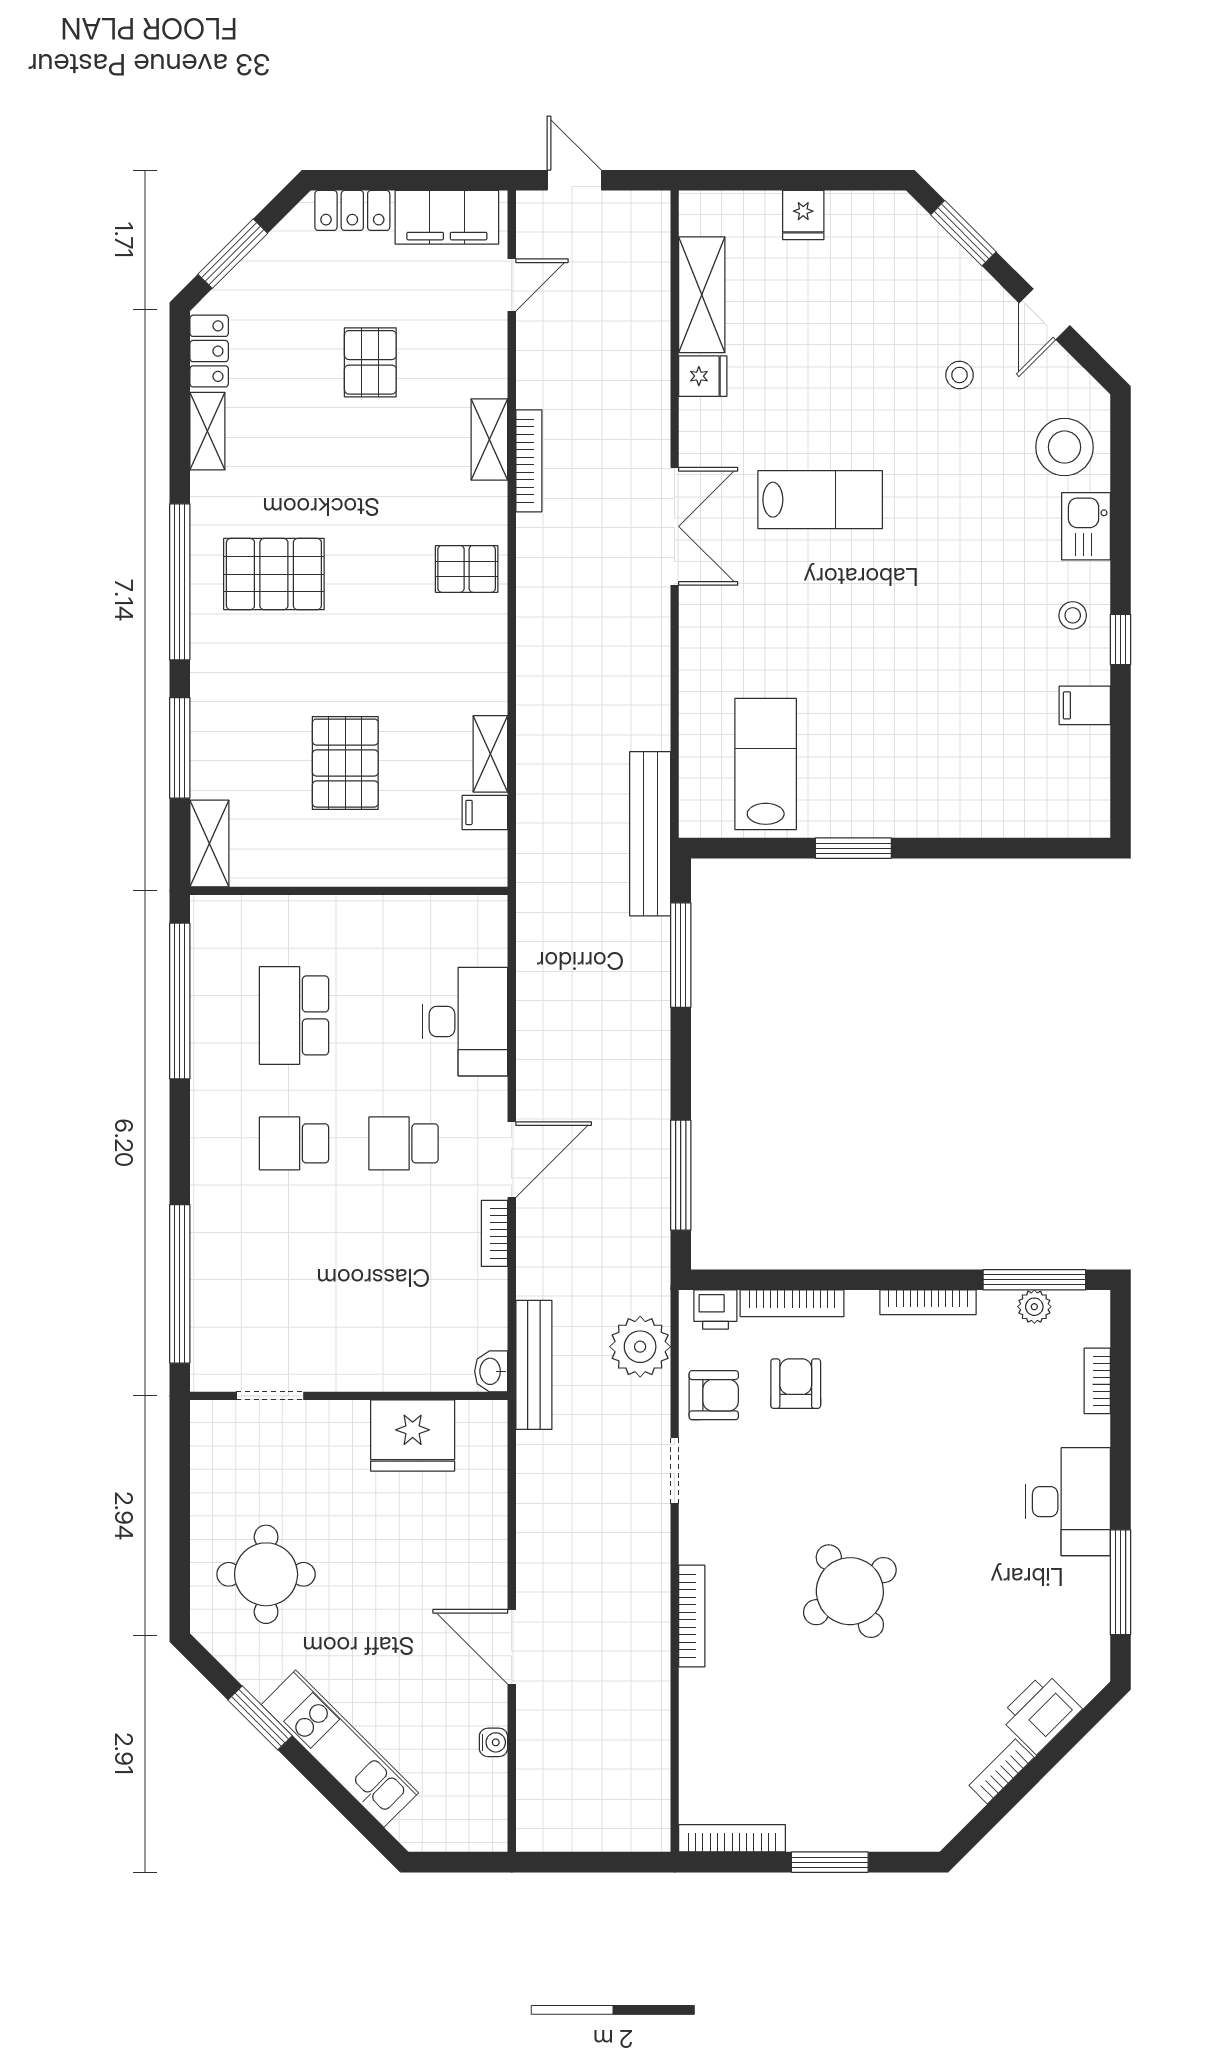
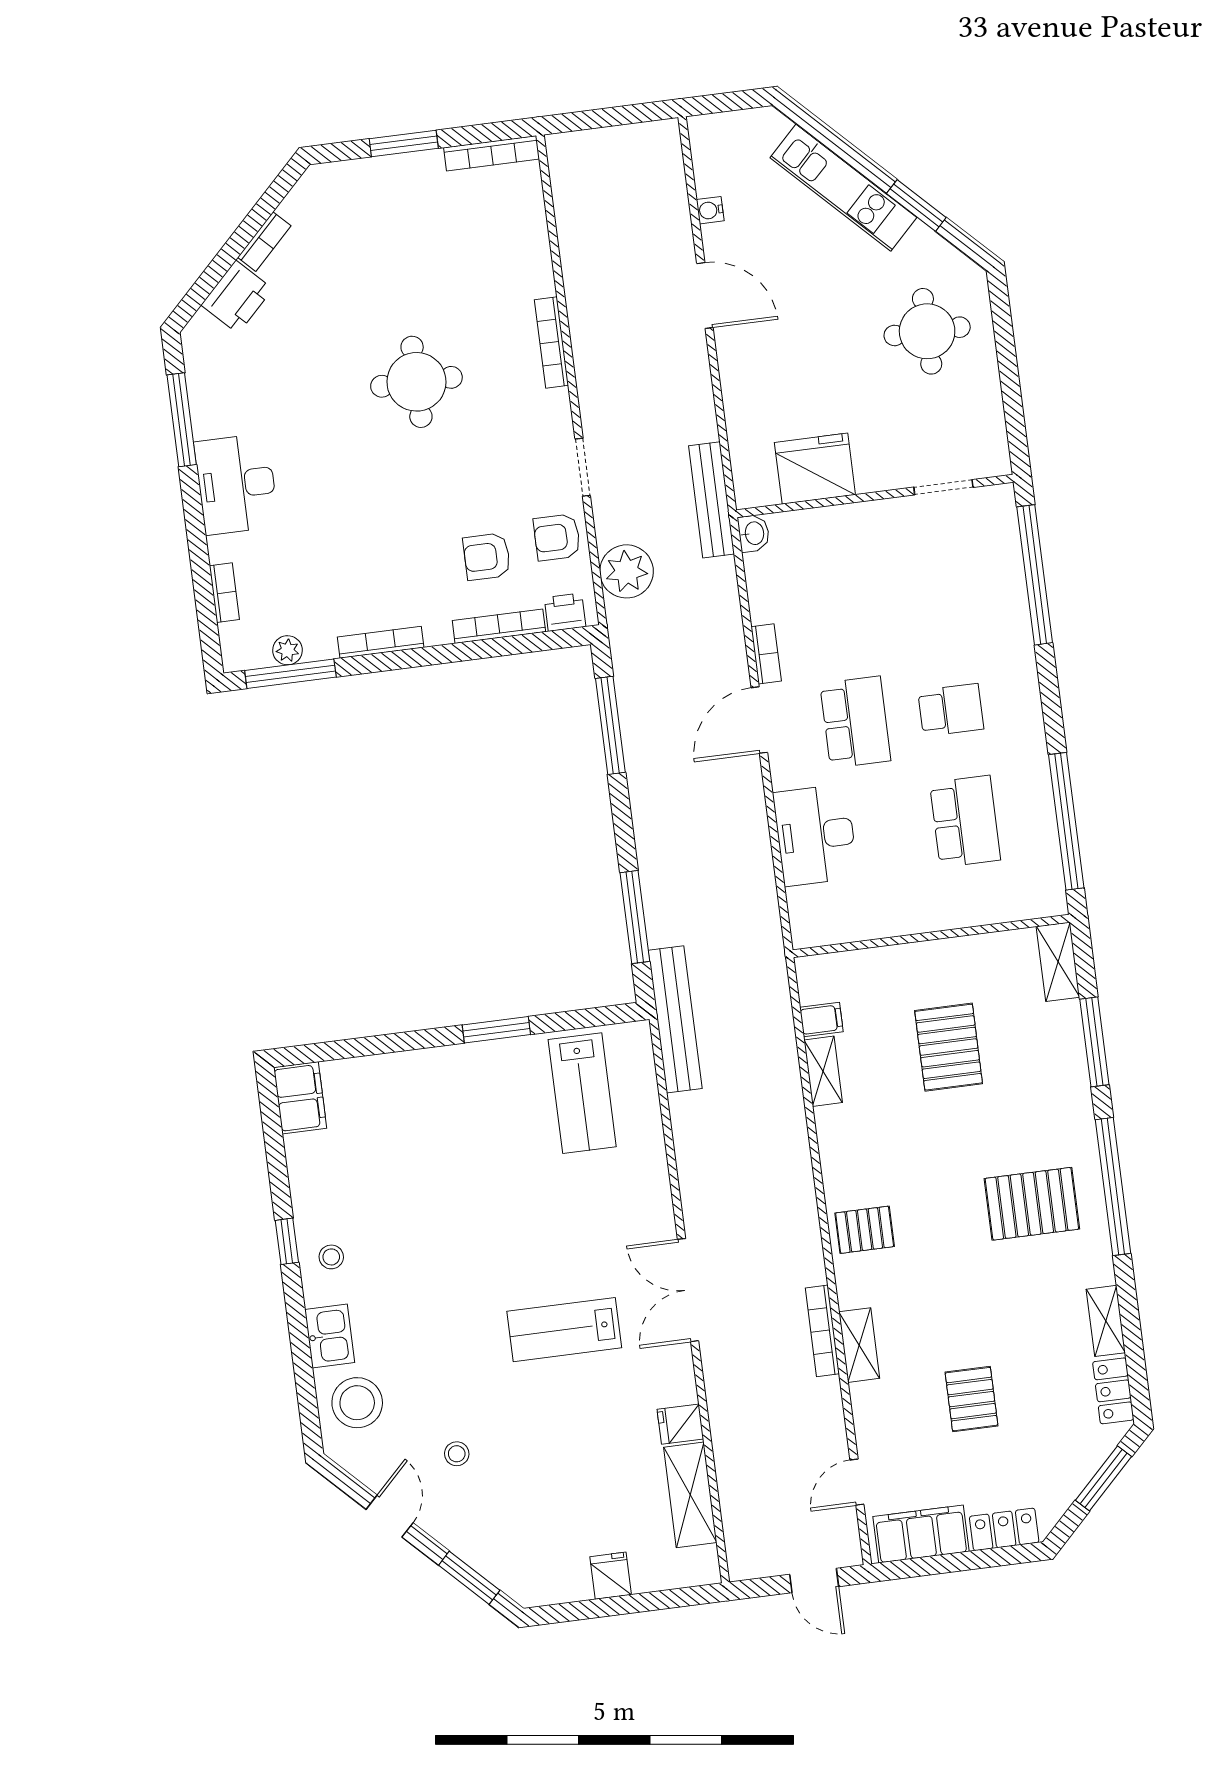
filing cabinet: (1085, 705) -> (300, 1098), moved, width x2.00
school desk: (404, 1143) -> (855, 722), width x1.85
bench: (534, 1365) -> (711, 500), moved
armchair: (796, 1384) -> (487, 557), turned 90
round table: (850, 1591) -> (416, 382), turned 32

